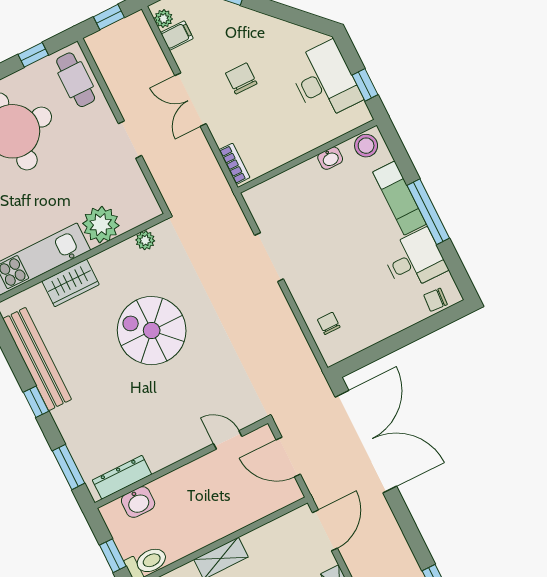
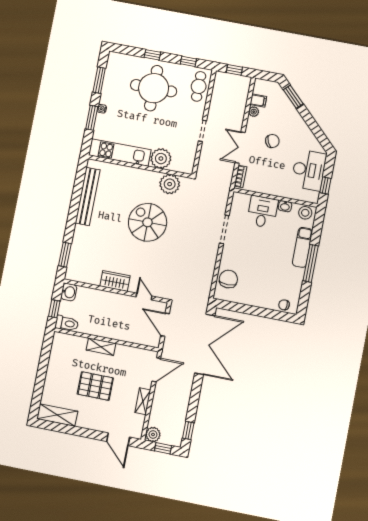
plant: (163, 19) -> (254, 112), moved
chair: (241, 78) -> (272, 141), turned 65
double door: (191, 100) -> (240, 148), moved
plant: (145, 240) -> (170, 184), width x1.88, depth x1.88
desk: (415, 260) -> (262, 212), moved, turned -90
wardrobe: (71, 283) -> (115, 281), moved, turned 180
chair: (329, 323) -> (228, 279), width x1.87, depth x1.87
window: (36, 402) -> (73, 215), removed
dresser: (122, 477) -> (85, 277), removed
washbasin: (138, 502) -> (69, 292), moved, turned -90

